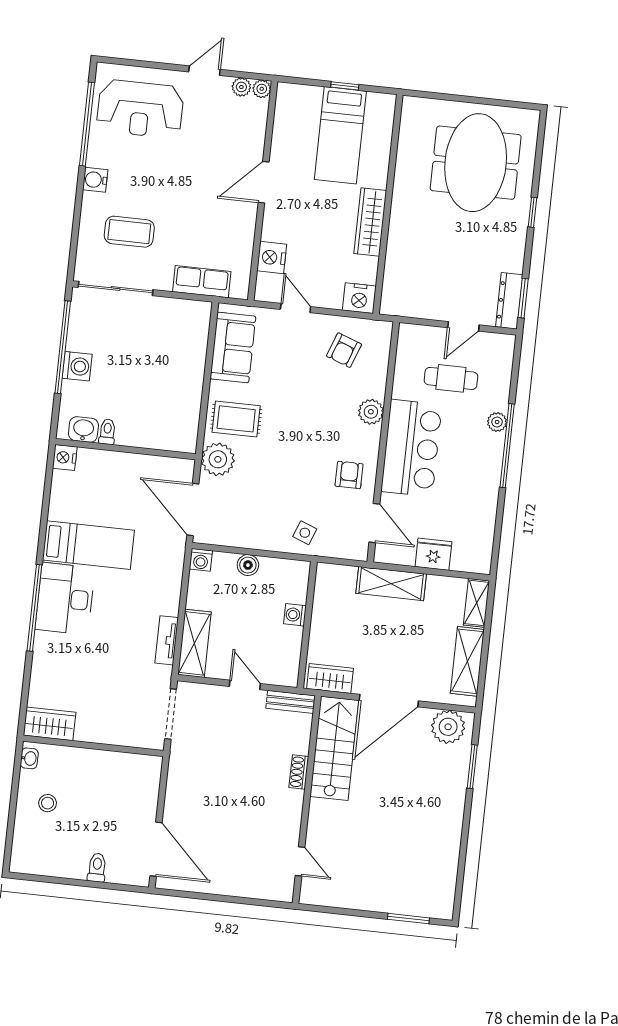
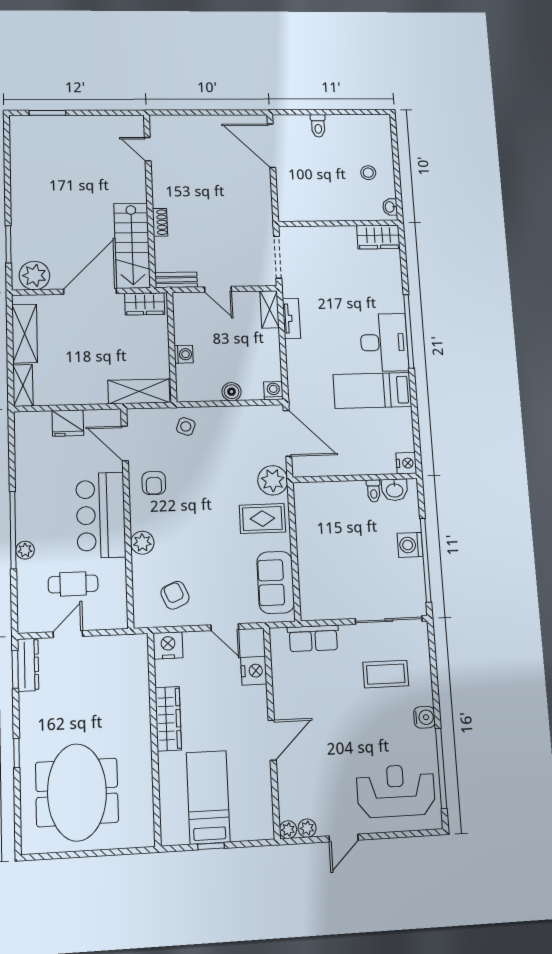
armchair: (344, 350) -> (175, 595), turned -44
shelving: (391, 584) -> (139, 391), moved
shelving: (194, 643) -> (270, 309), width x0.67, depth x0.75

